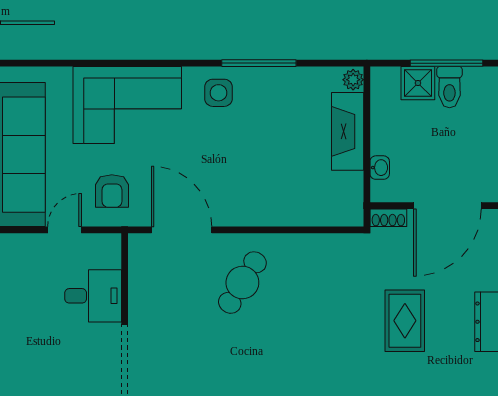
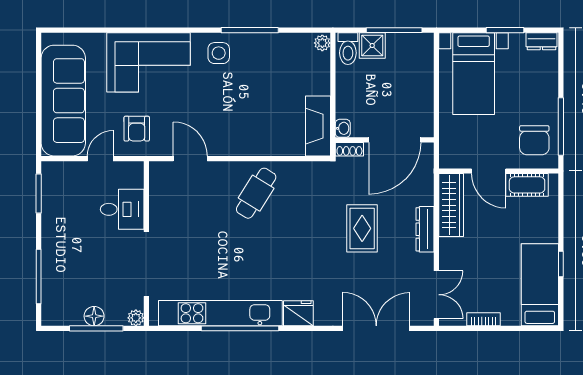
toilet: (449, 87) -> (348, 49), moved
fireplace: (348, 131) -> (318, 126), moved
washbasin: (380, 168) -> (343, 128), moved
door: (182, 230) -> (190, 159), width x0.73
cafe table: (242, 283) -> (256, 193), moved

